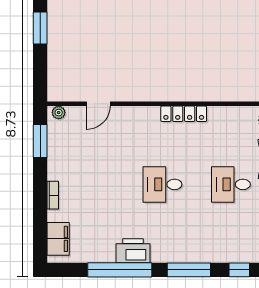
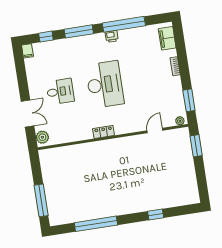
window: (40, 28) -> (196, 146), moved
locker: (184, 114) -> (103, 132), width x0.66
desk: (163, 184) -> (105, 84), width x1.87, depth x1.30
printer: (133, 251) -> (112, 36), width x0.53, depth x0.68

